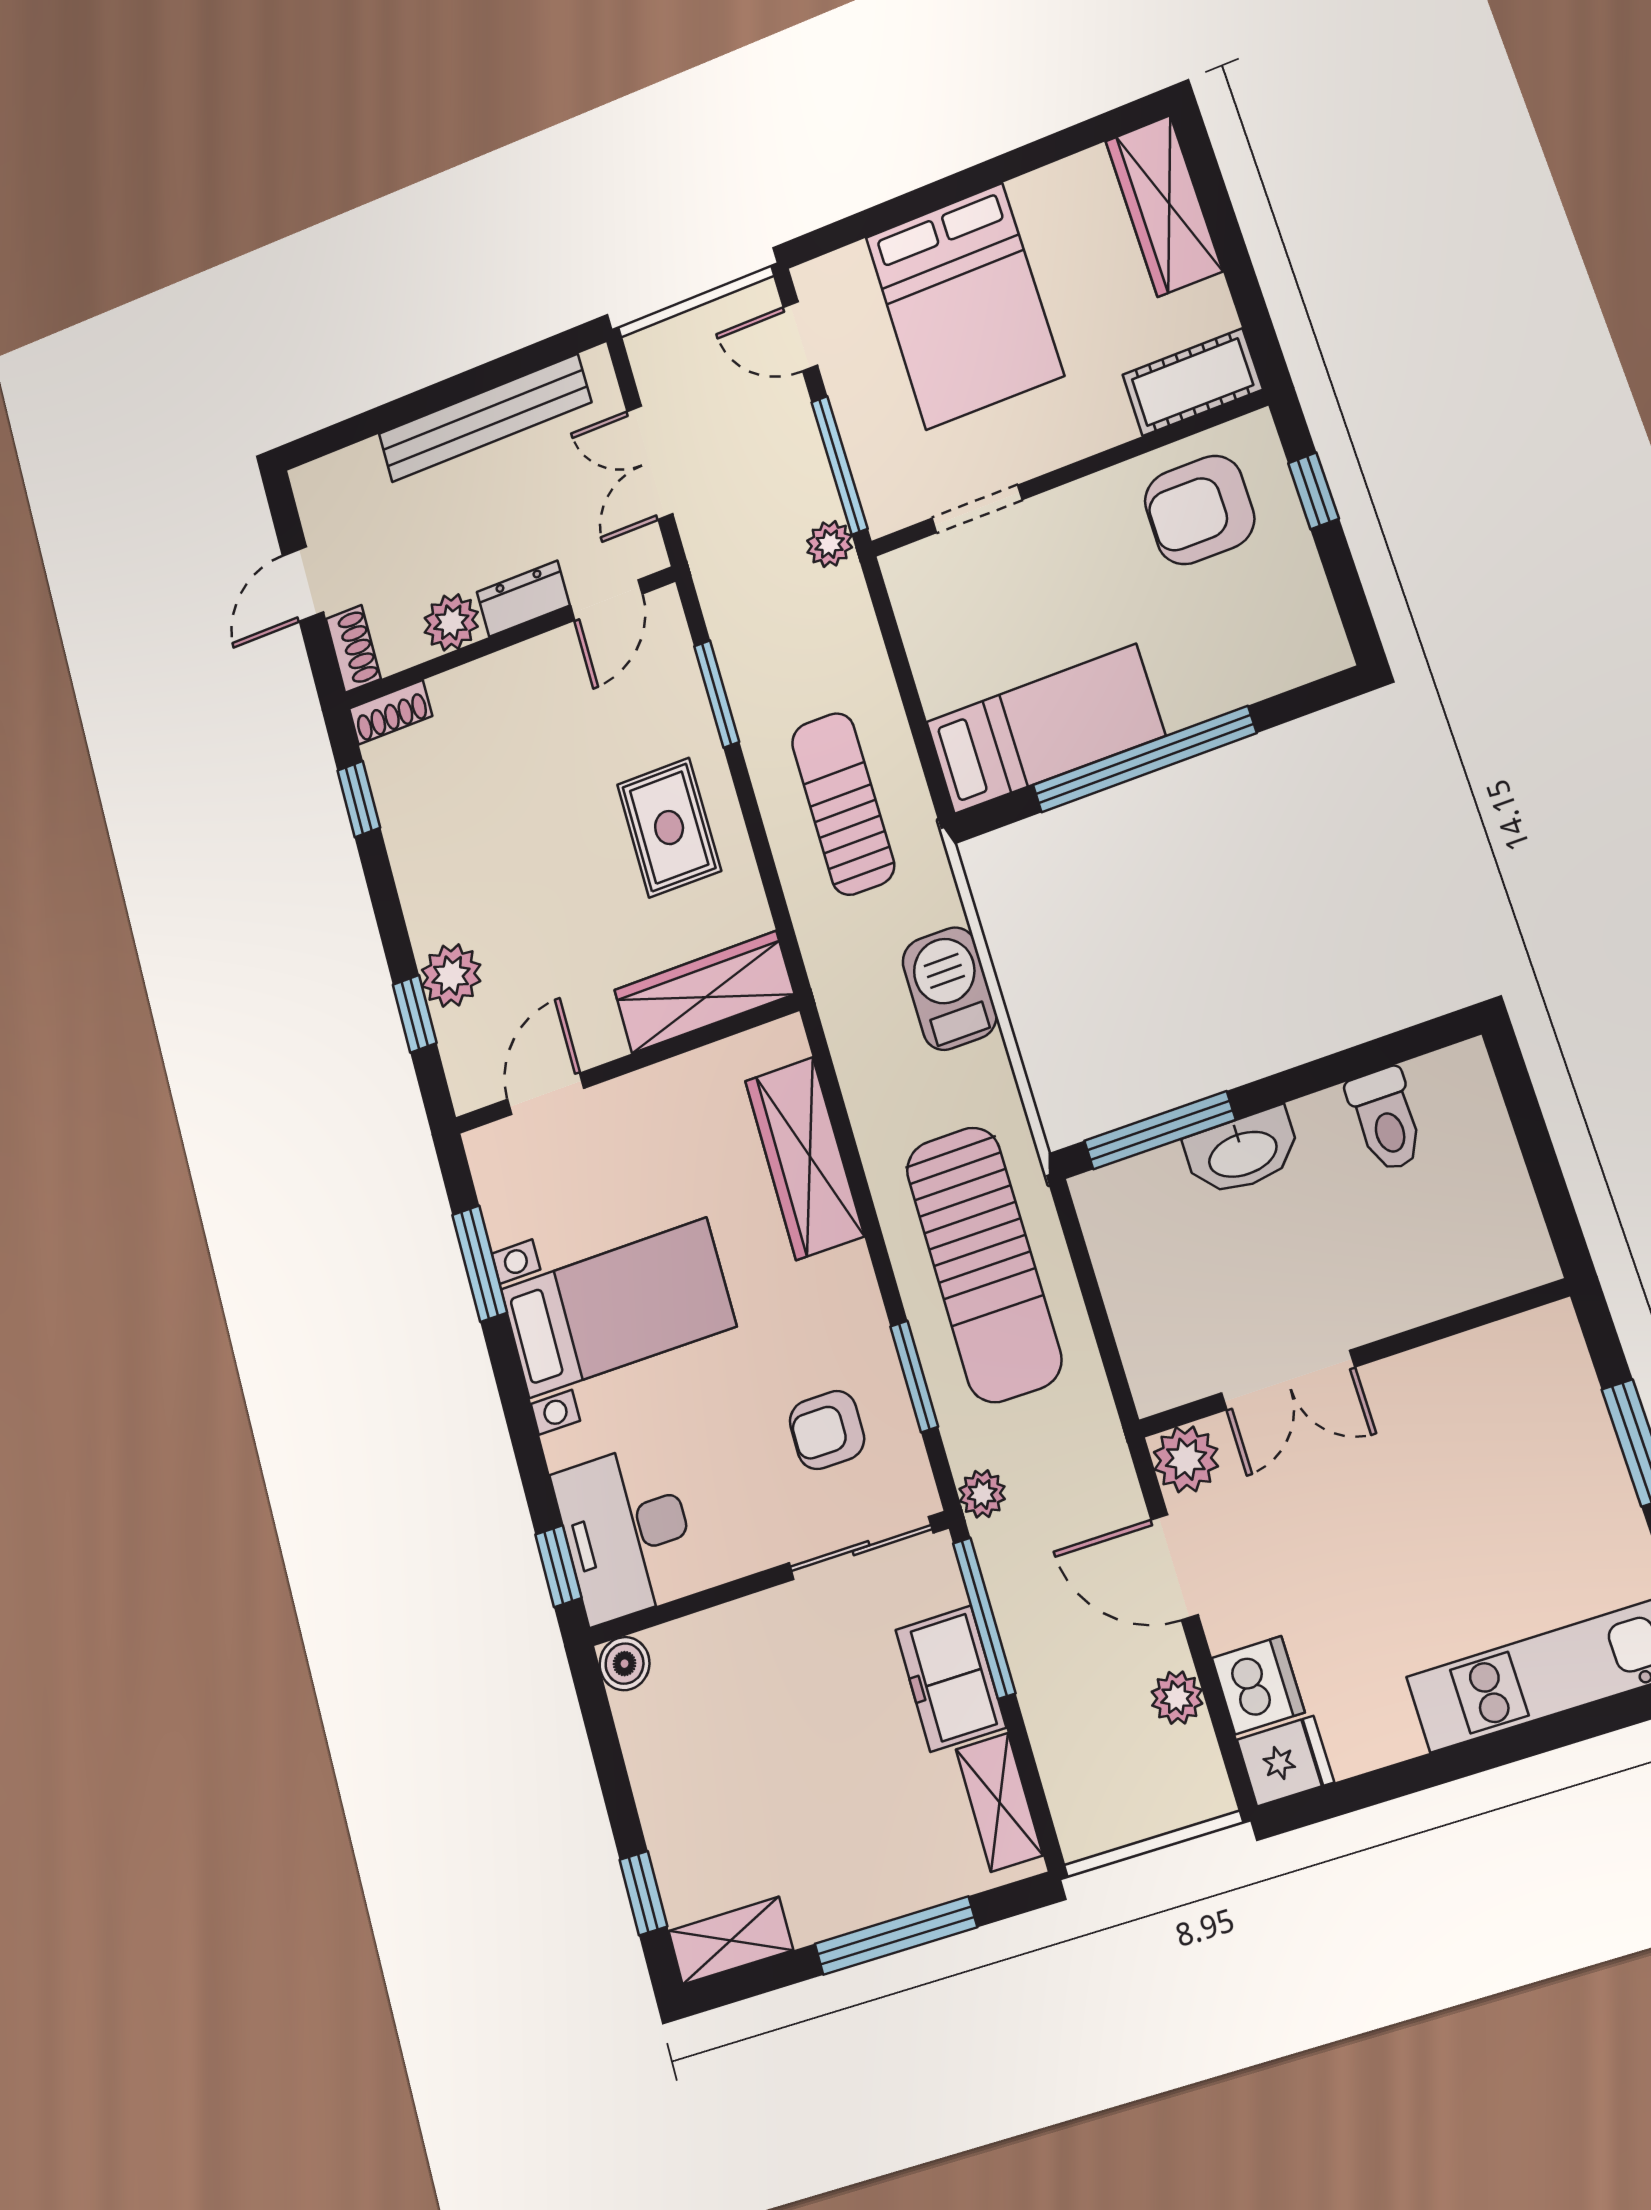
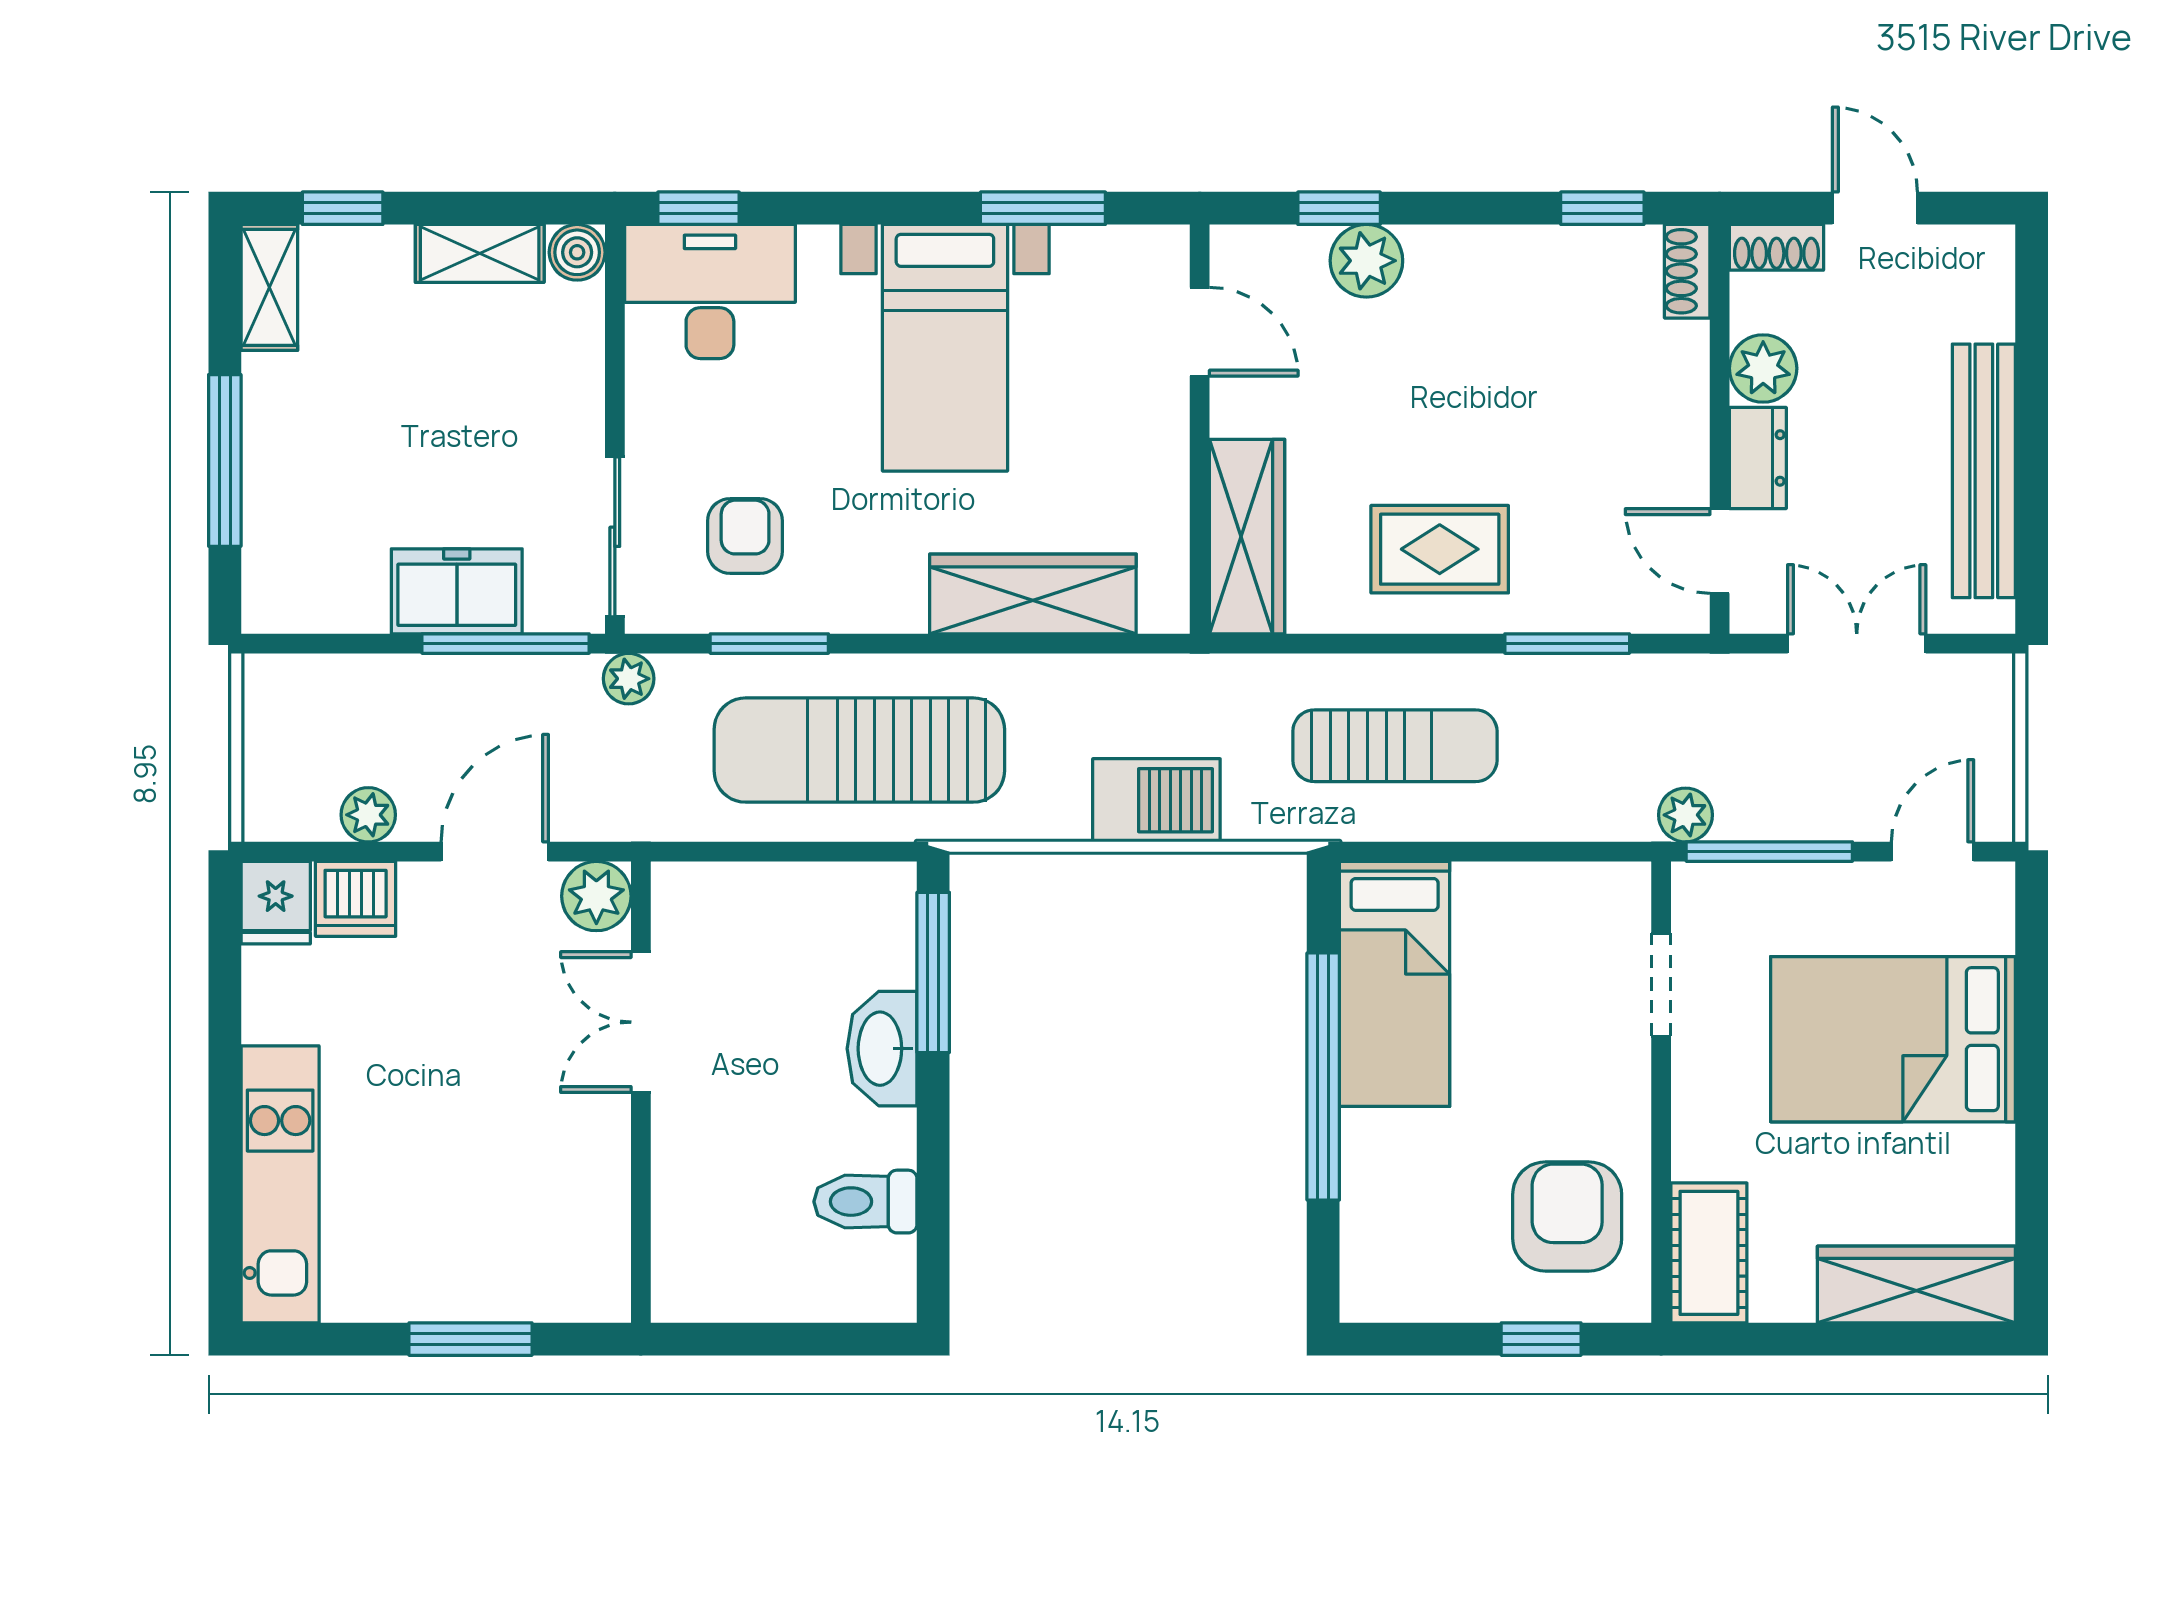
shelving: (999, 1802) -> (480, 253), moved

